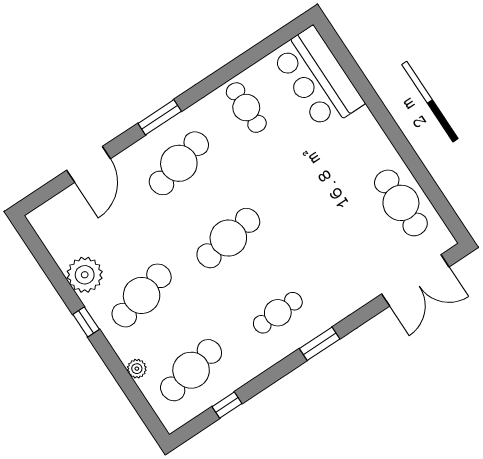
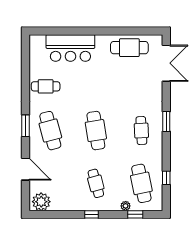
bar counter: (318, 78) -> (70, 48), moved
plant: (85, 275) -> (41, 202), moved
cafe table: (142, 295) -> (96, 183), width x0.73, depth x0.74
window: (134, 394) -> (135, 214), added

